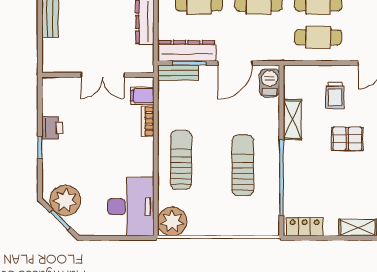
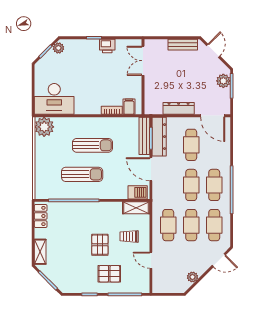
bench: (178, 73) -> (144, 136), width x1.36
double door: (103, 75) -> (143, 61), moved
shelving: (292, 120) -> (136, 208), moved
sun lounger: (181, 160) -> (92, 145), moved
plant: (65, 200) -> (58, 48), width x0.53, depth x0.53

